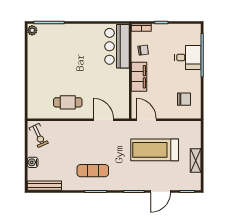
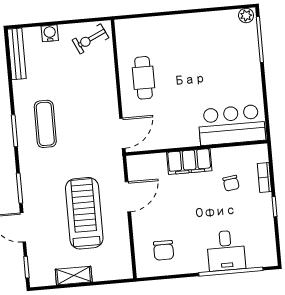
bar counter: (117, 46) -> (232, 125), moved
wall: (130, 71) -> (197, 148), moved
filing cabinet: (139, 77) -> (189, 162), moved

